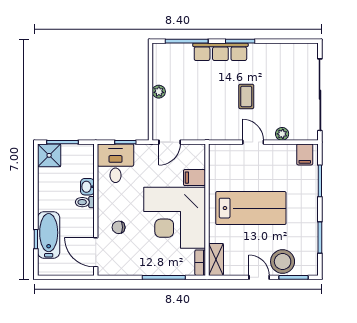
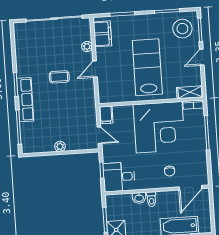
filing cabinet: (305, 154) -> (102, 34), width x2.00
filing cabinet: (194, 178) -> (106, 115), moved
stool: (283, 262) -> (182, 29), moved

